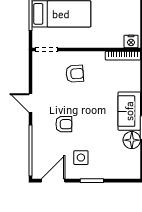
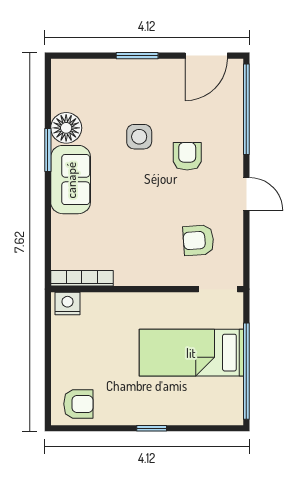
armchair: (75, 74) -> (198, 240), moved
armchair: (64, 124) -> (187, 156), turned 90
side table: (81, 158) -> (139, 137), moved

